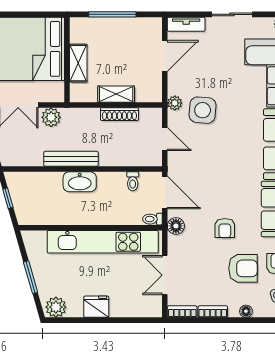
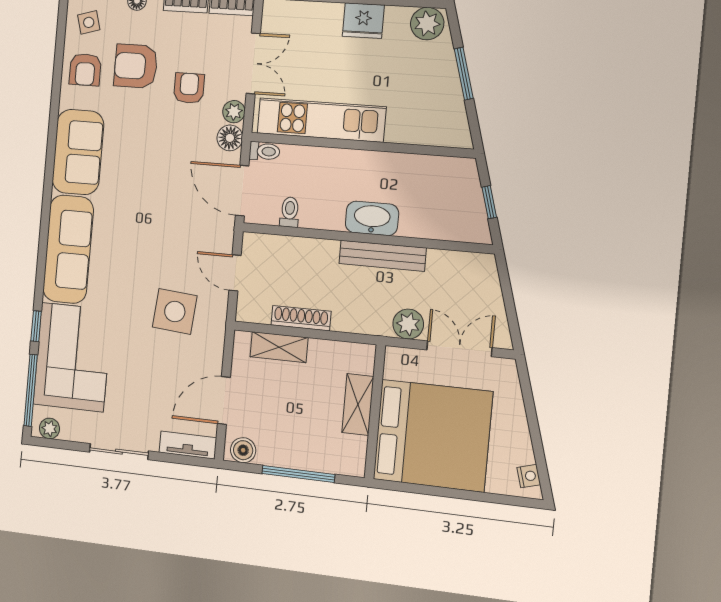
boiler: (149, 25) -> (243, 450), added
shelving: (116, 94) -> (279, 347), moved
plant: (175, 103) -> (234, 112), moved
armchair: (225, 228) -> (189, 88), moved
kitchen unit: (103, 242) -> (321, 120), width x0.73

